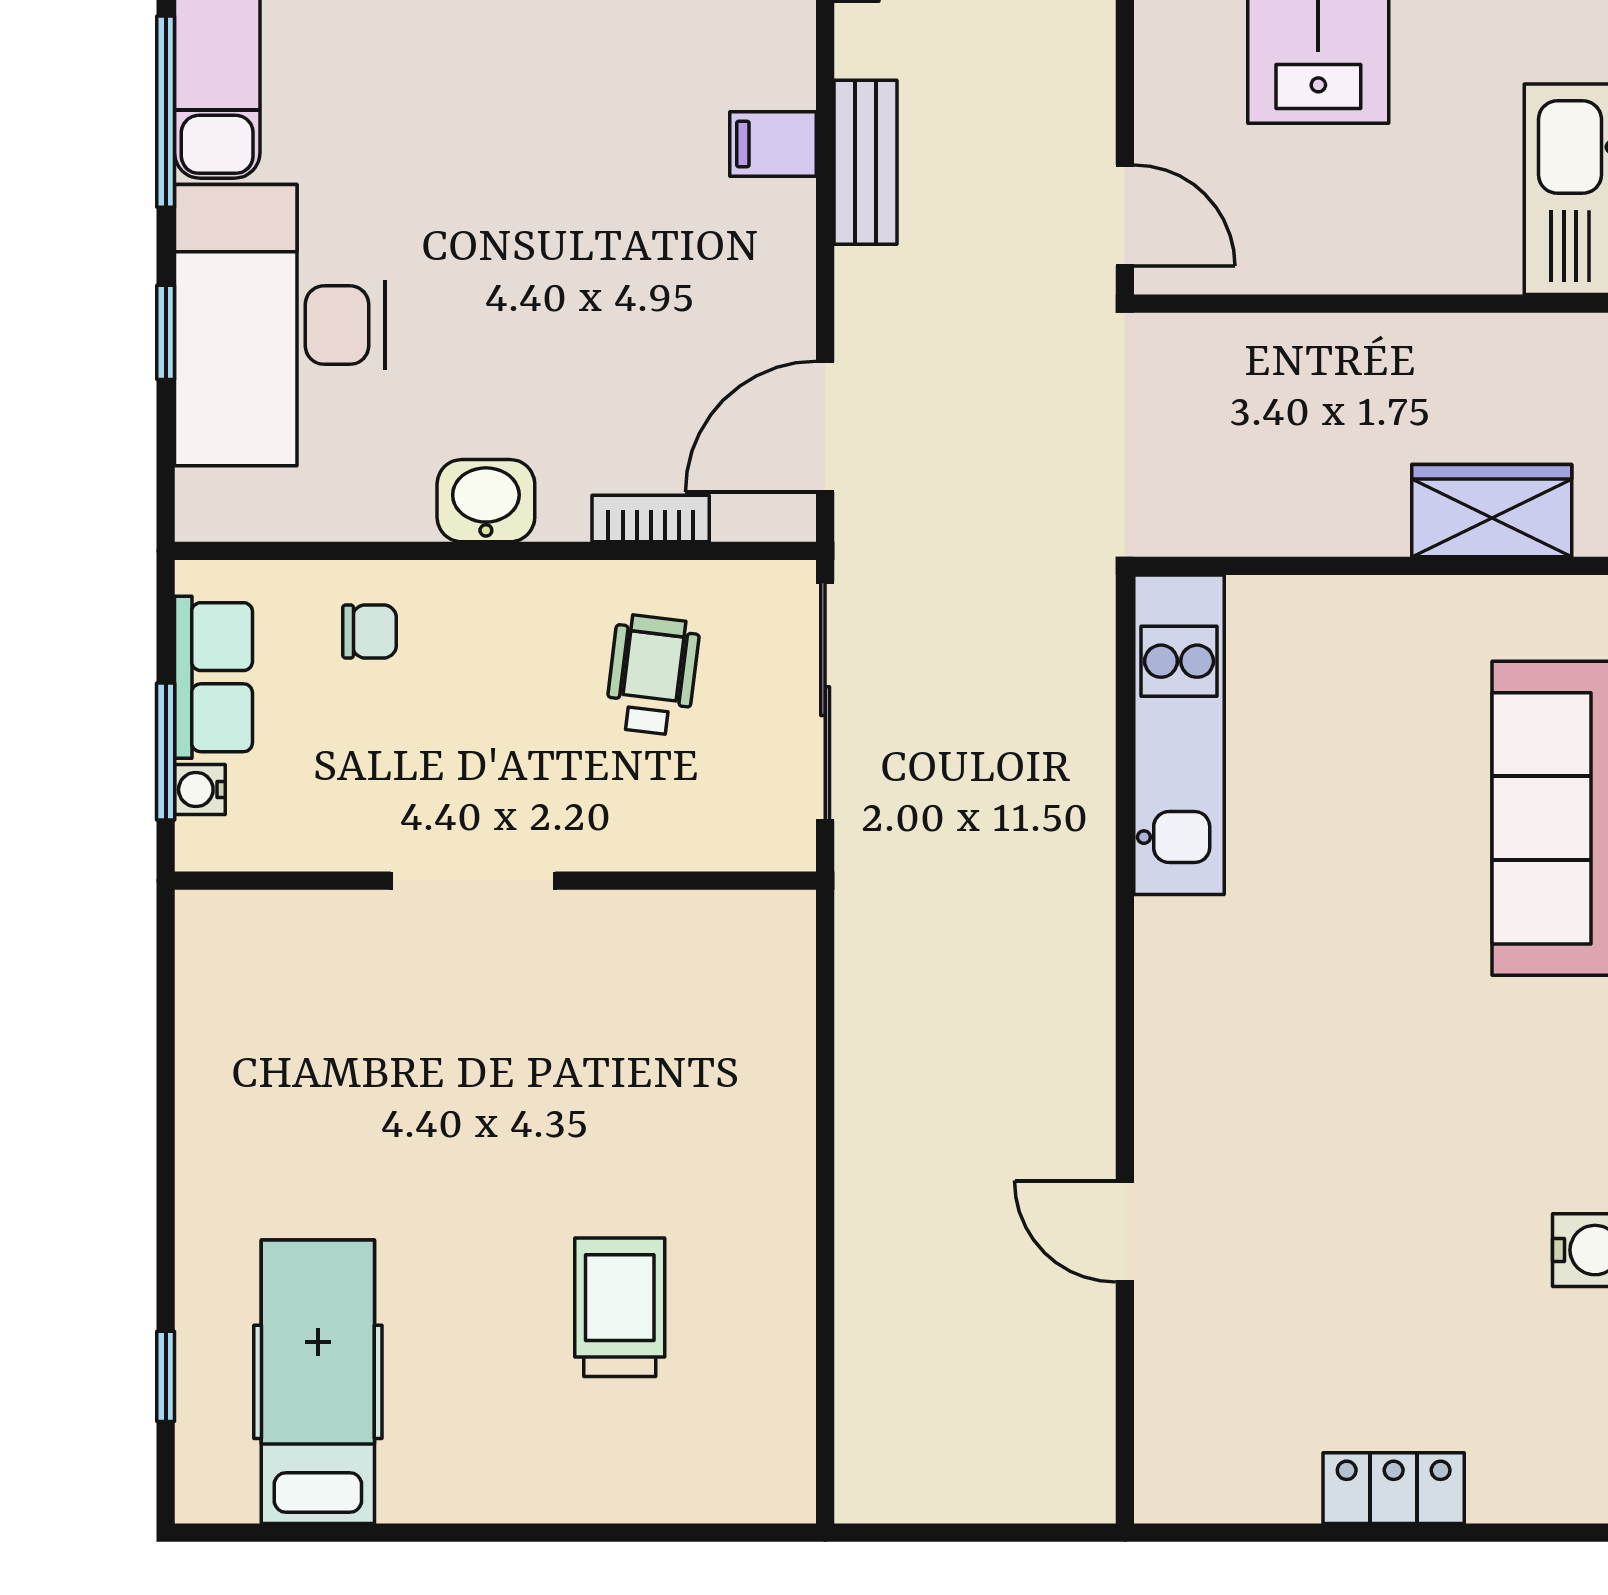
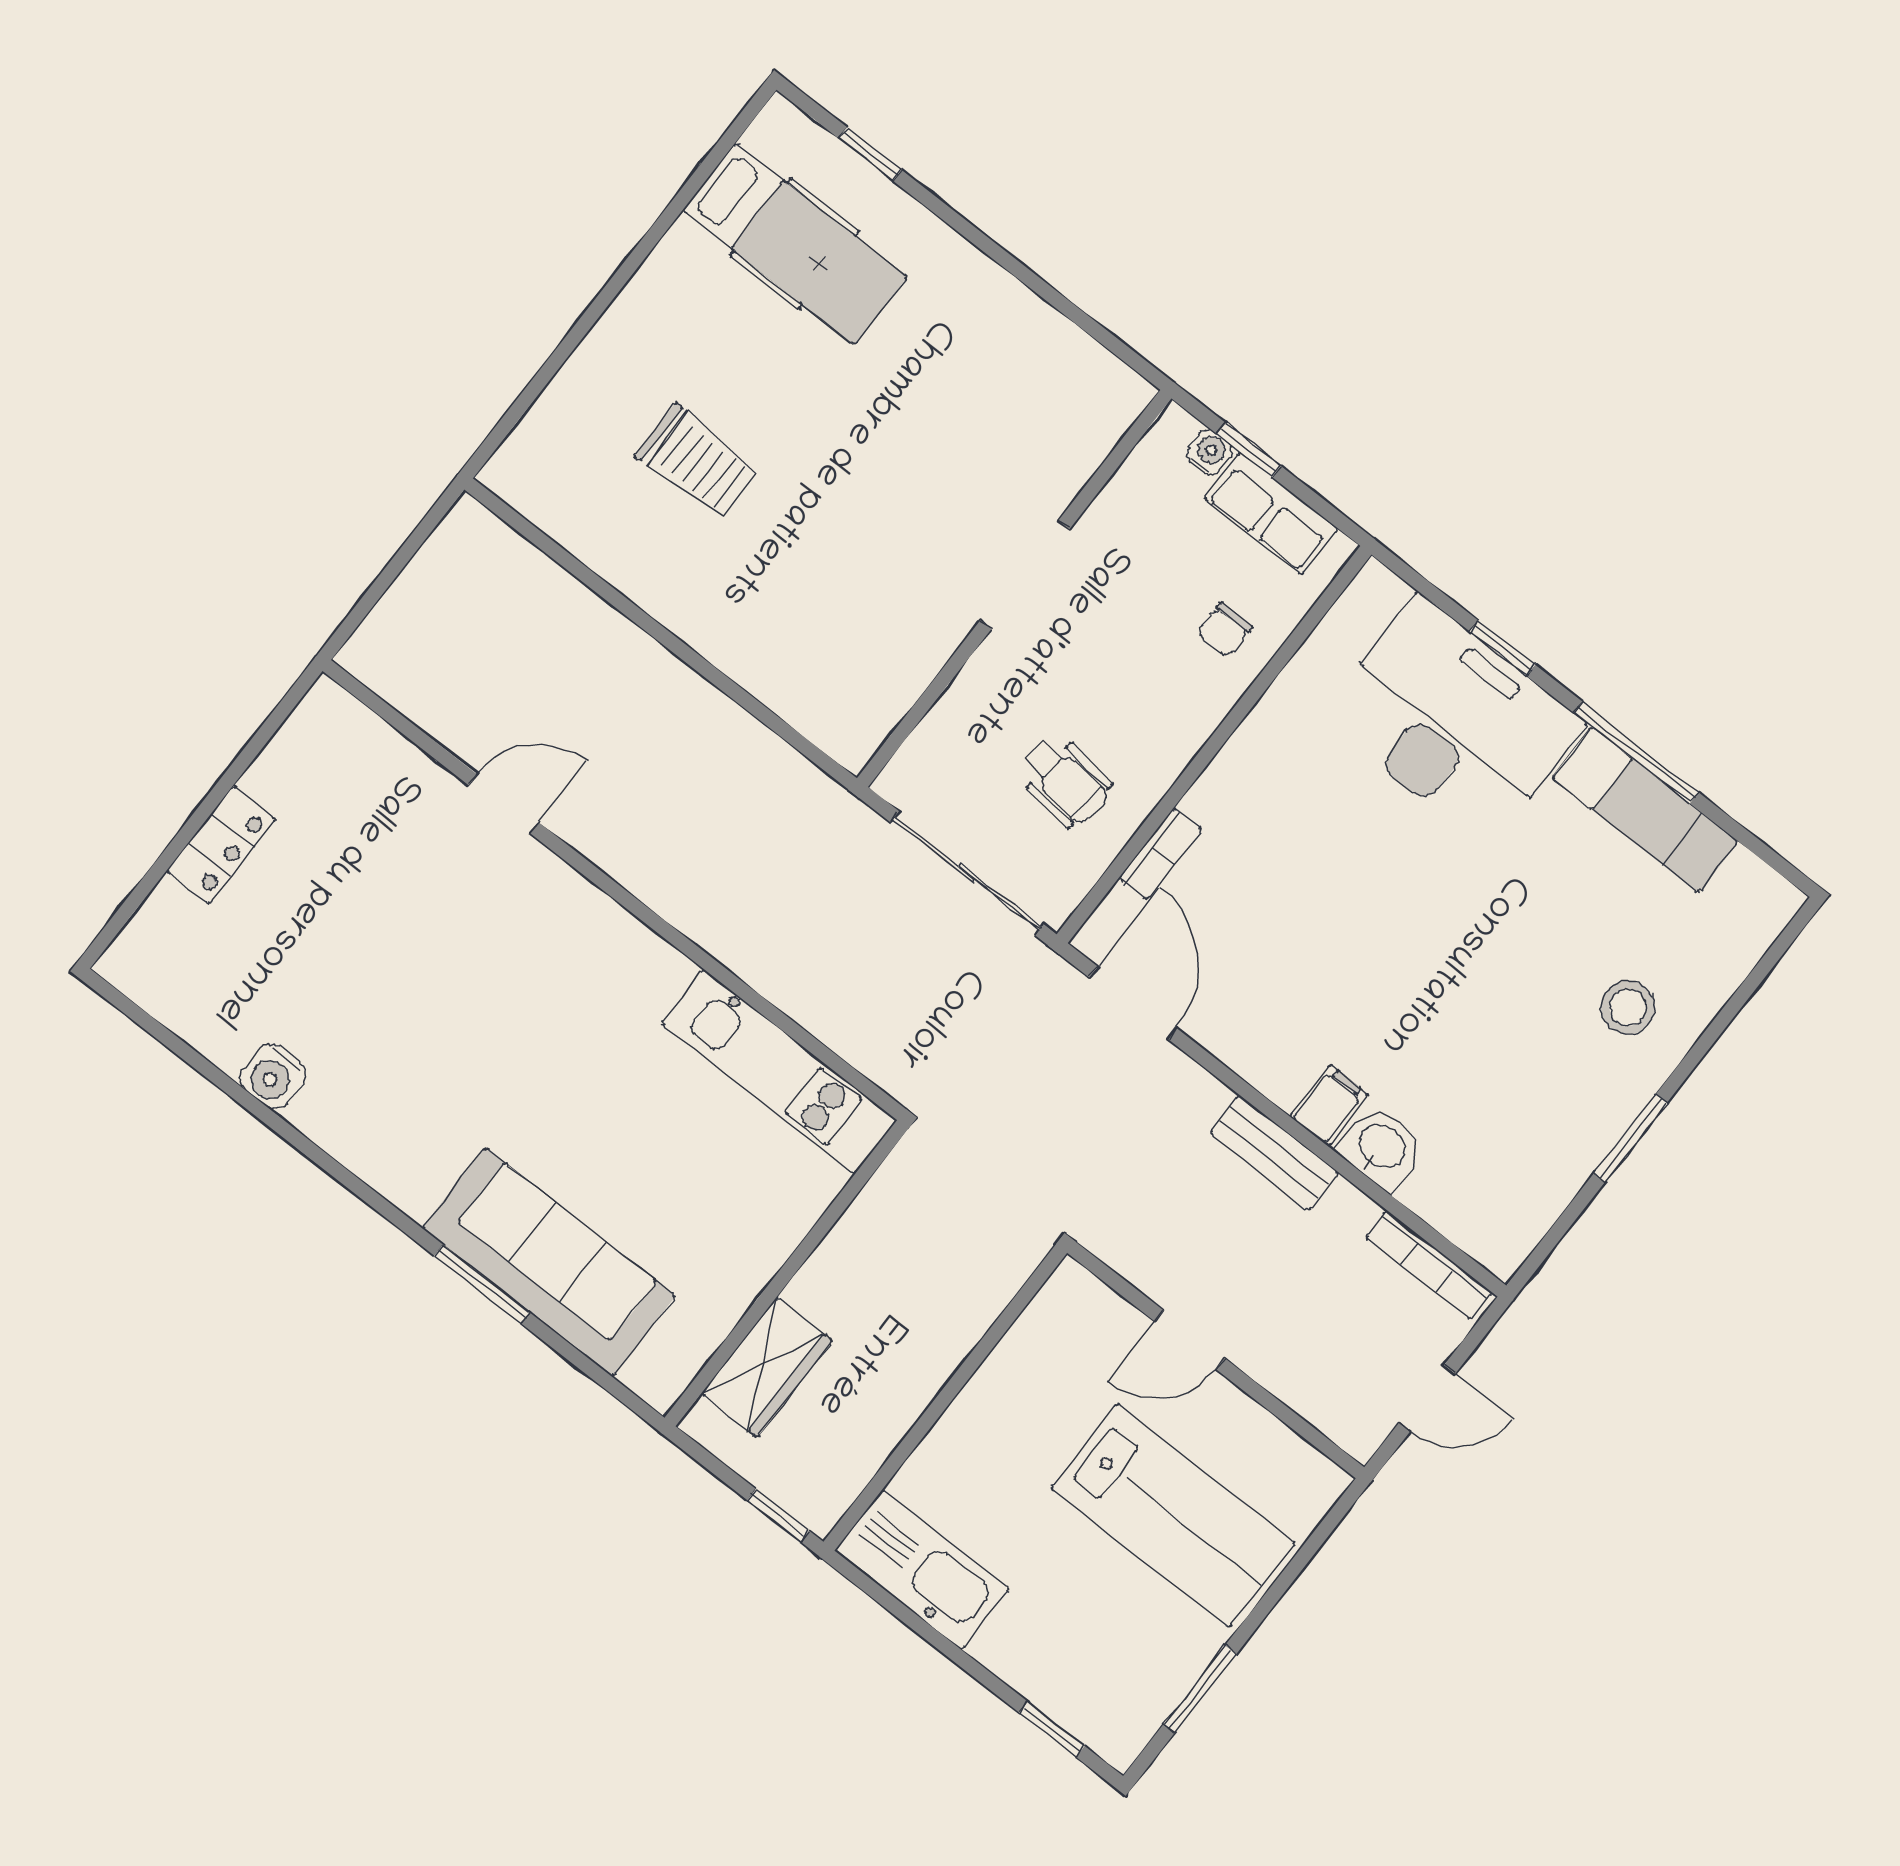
door: (1125, 215) -> (1190, 1340), moved
washbasin: (486, 501) -> (1381, 1148), moved, turned -90
window: (166, 752) -> (1249, 450), width x0.67

